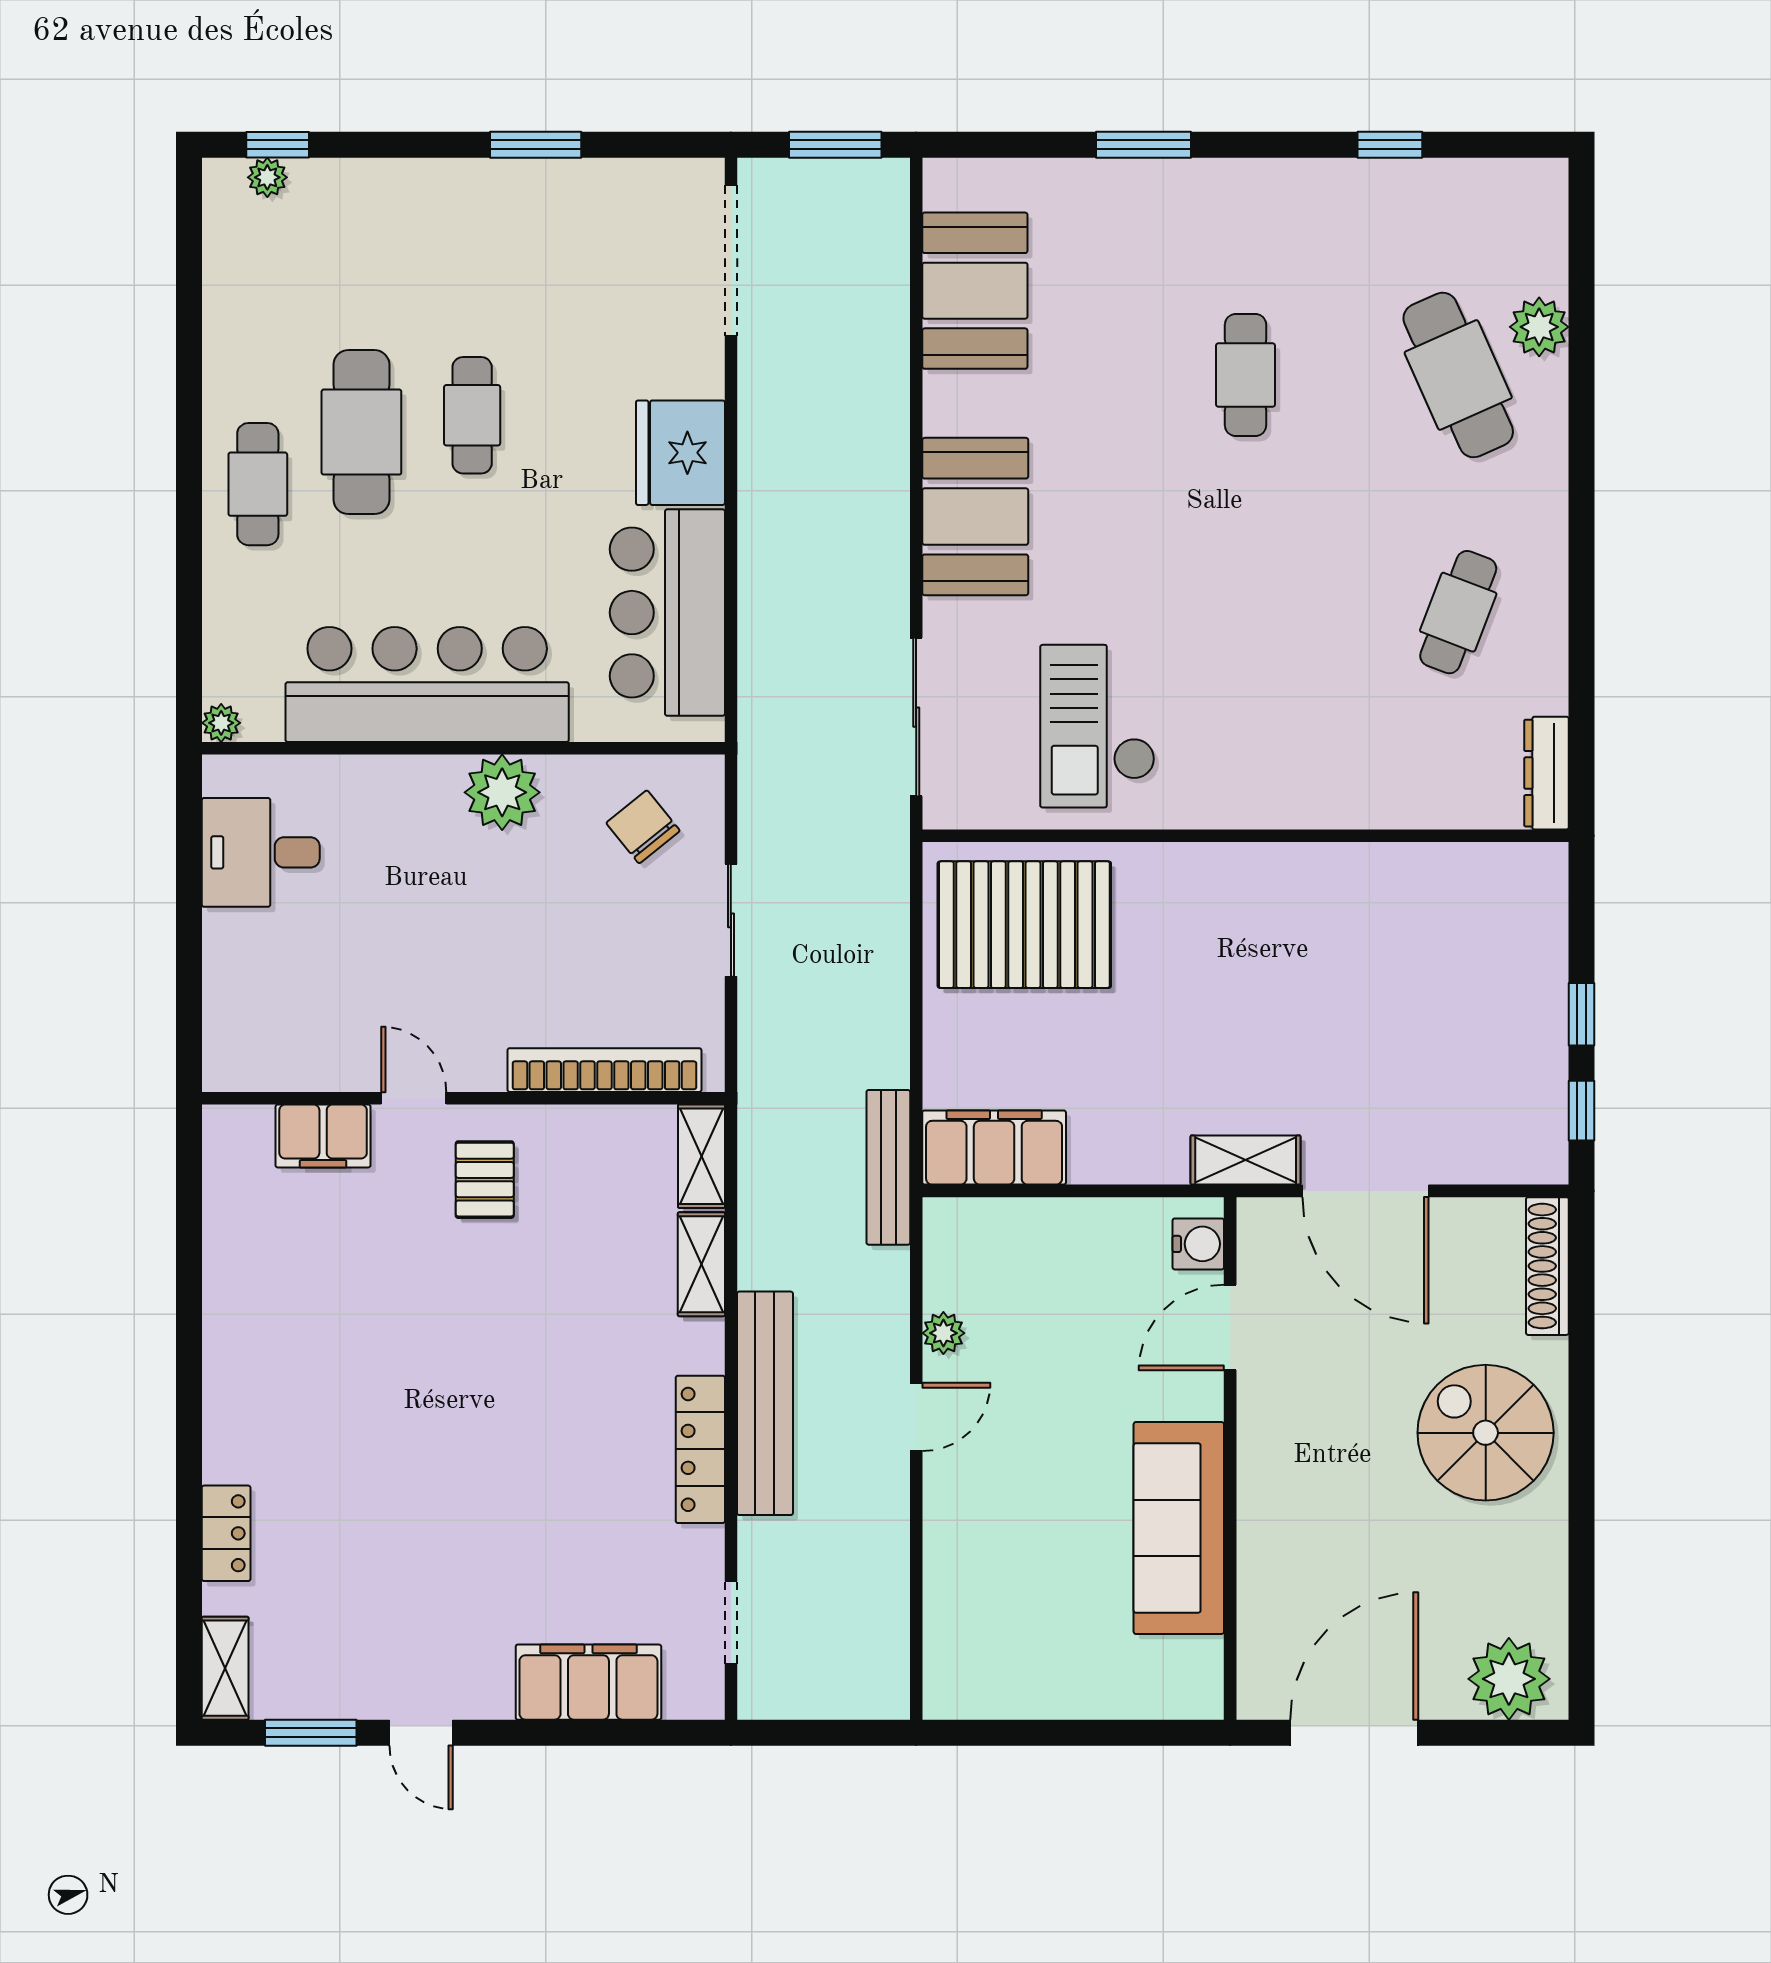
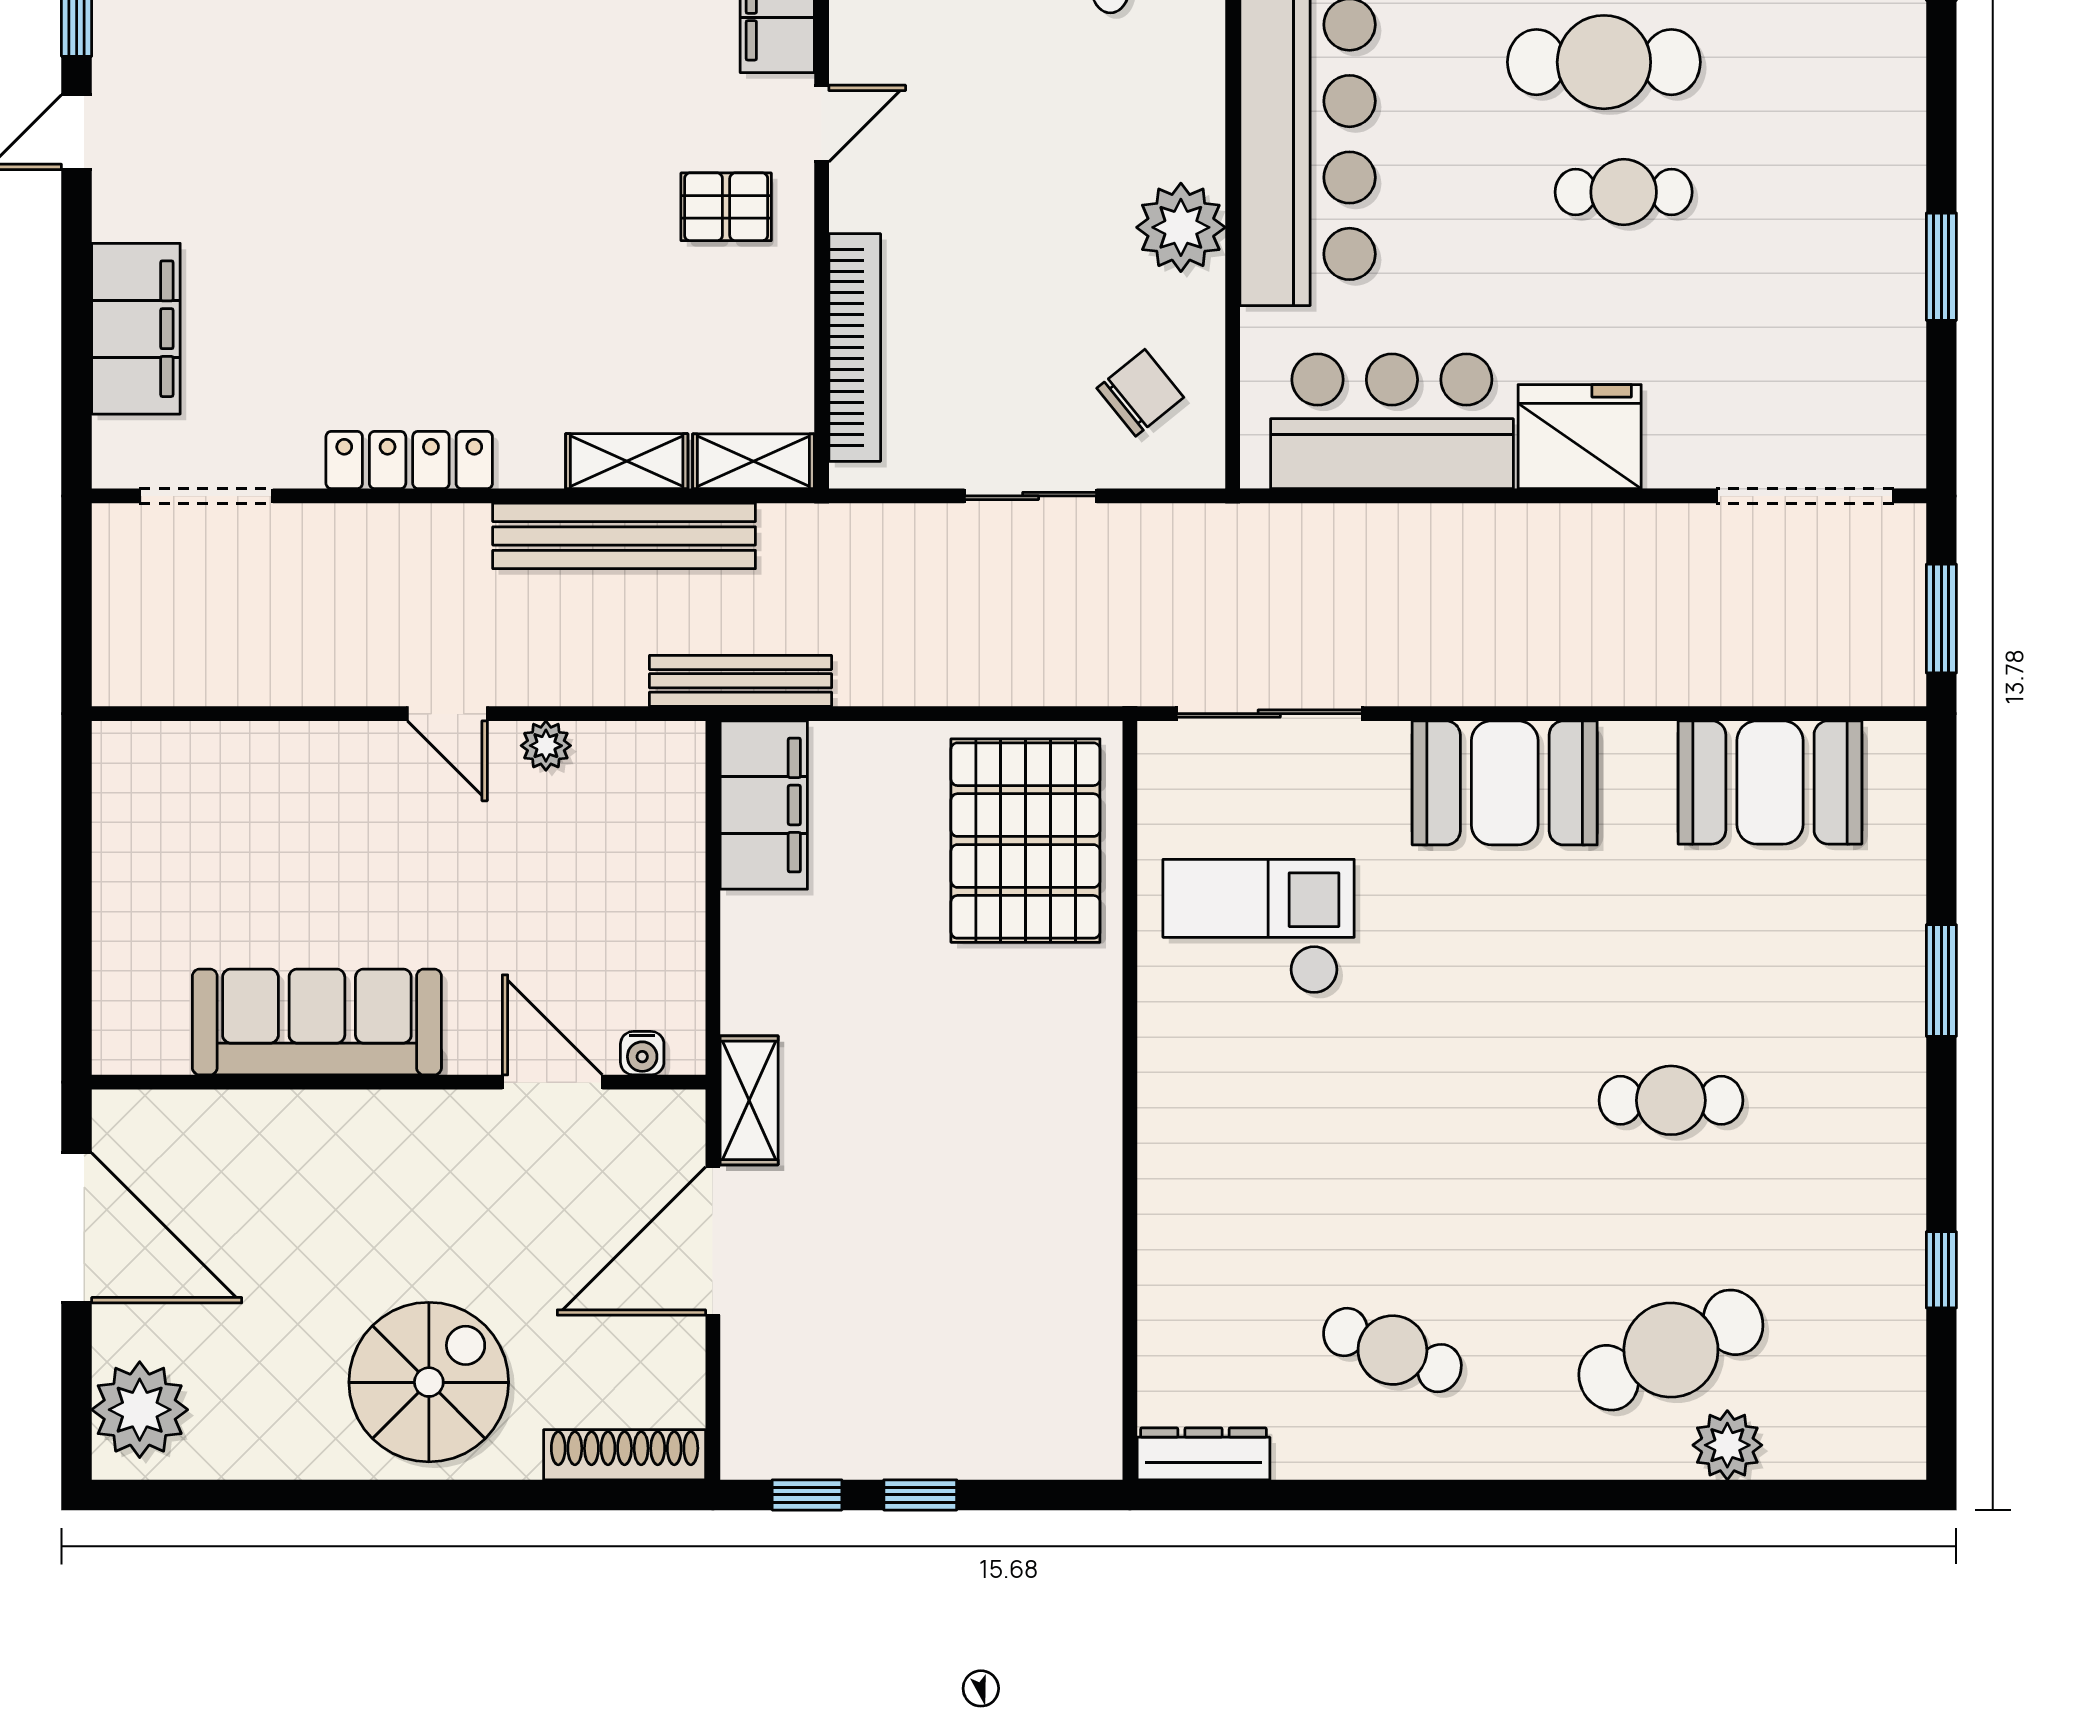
water cooler: (1198, 1244) -> (642, 1053), width x0.72, depth x0.72
bench: (765, 1403) -> (624, 536), moved
doorway: (731, 1622) -> (206, 496), width x1.38

